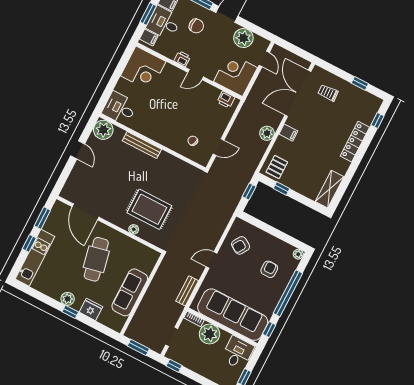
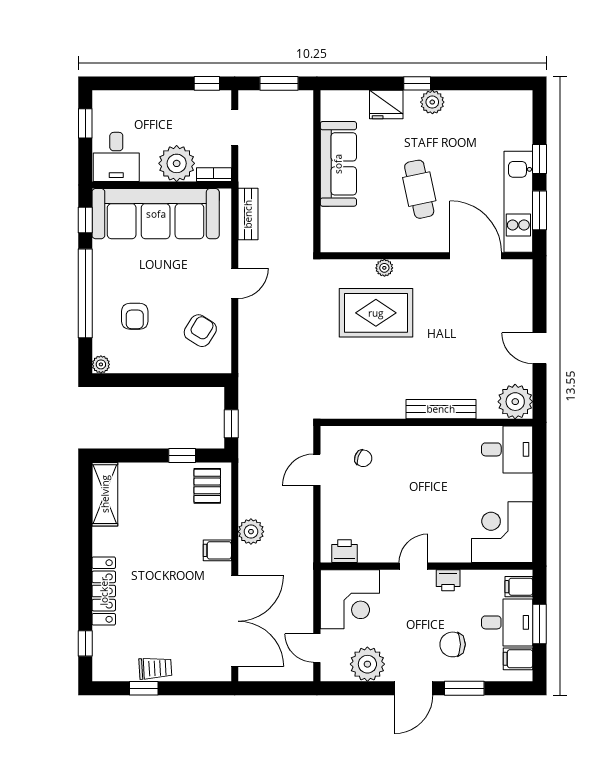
trolley: (328, 93) -> (155, 668), moved
kitchen unit: (35, 258) -> (518, 202), moved
cafe table: (96, 259) -> (419, 189), width x0.73, depth x0.74

